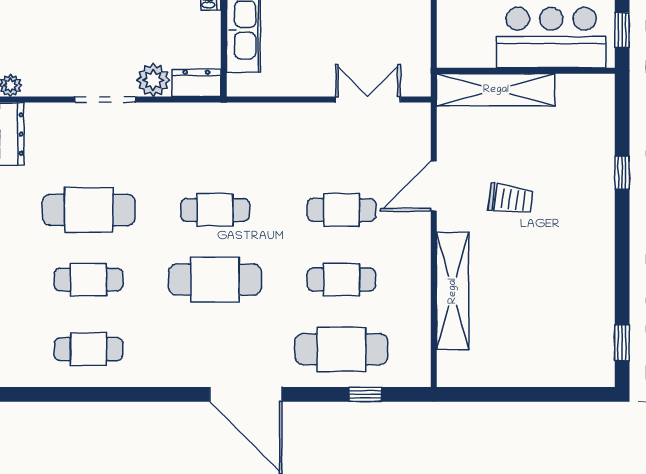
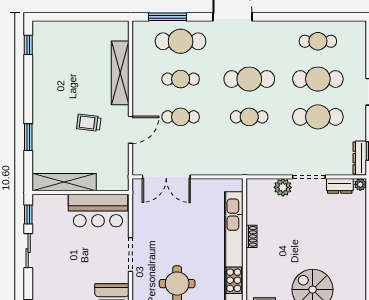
bar counter: (551, 37) -> (98, 211), moved
dresser: (196, 83) -> (340, 186), moved
shelving: (496, 90) -> (64, 182), moved
double door: (368, 99) -> (166, 177), width x1.37
window: (622, 173) -> (28, 137), width x1.50
cafe table: (89, 280) -> (318, 79), width x1.37, depth x1.35
window: (365, 394) -> (168, 17), width x2.17

